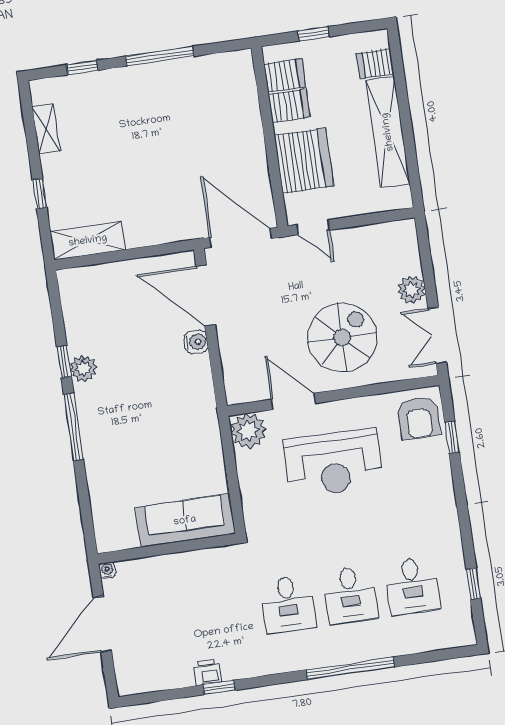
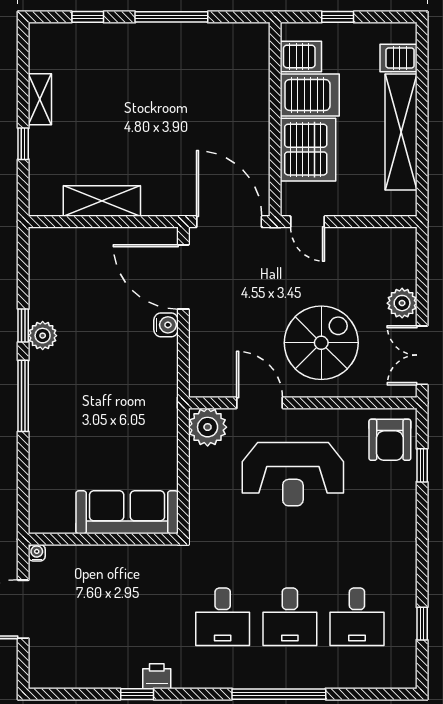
server rack: (289, 106) -> (310, 95), width x1.36, depth x1.44
shelving: (46, 129) -> (40, 99), moved
shelving: (88, 241) -> (102, 201), moved
printer: (207, 672) -> (157, 676), moved

